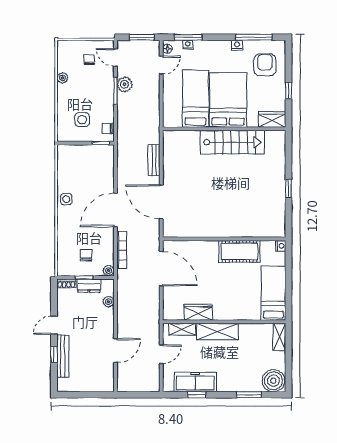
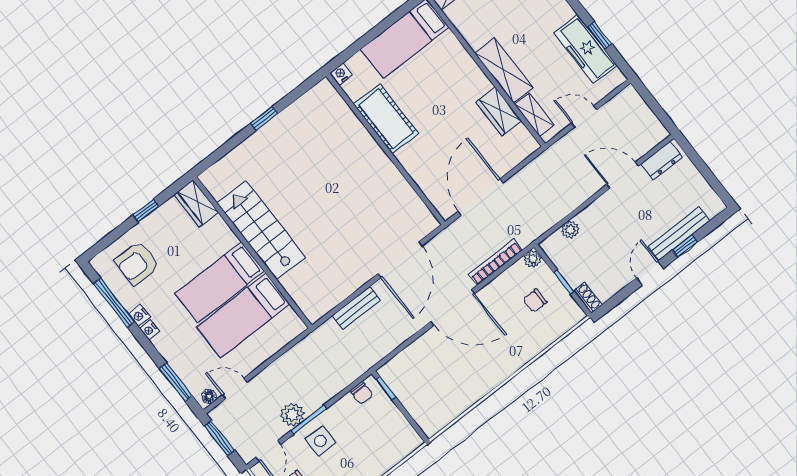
nightstand: (188, 45) -> (149, 330), moved
bed: (228, 100) -> (220, 282), width x0.67
side table: (82, 120) -> (321, 441), moved
side table: (66, 199) -> (486, 377), removed
dresser: (89, 286) -> (662, 161), moved, turned 90
door: (54, 325) -> (650, 273), swing flipped

